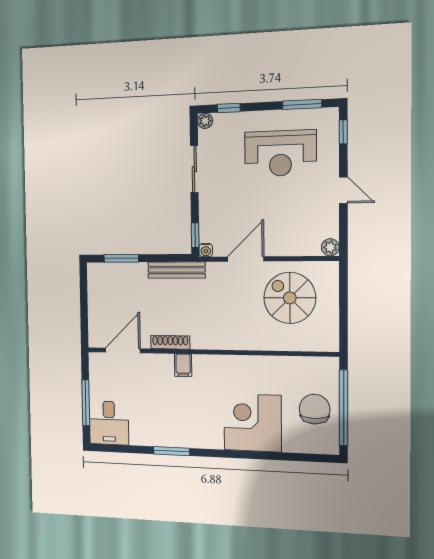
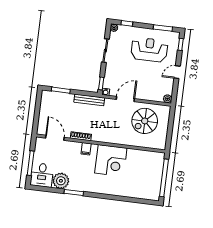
reception desk: (280, 153) -> (149, 50), turned 180
door: (343, 190) -> (177, 72), swing flipped
spiral stairs: (290, 298) -> (145, 121), turned -90
door: (123, 350) -> (55, 138), hinge flipped
chair: (315, 409) -> (150, 177), removed
corner desk: (253, 423) -> (111, 161), moved, turned 180
plant: (145, 431) -> (61, 181), added

